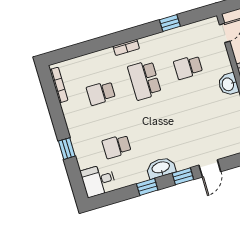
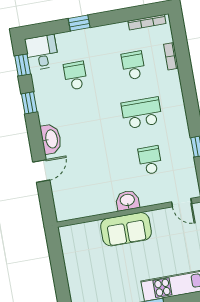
bookcase: (126, 47) -> (171, 56), moved
washbasin: (161, 168) -> (51, 139), moved
door: (210, 168) -> (41, 171), swing flipped
window: (183, 176) -> (23, 65), moved

